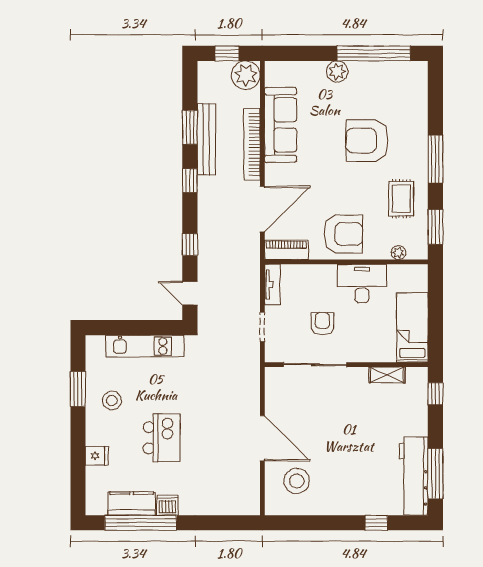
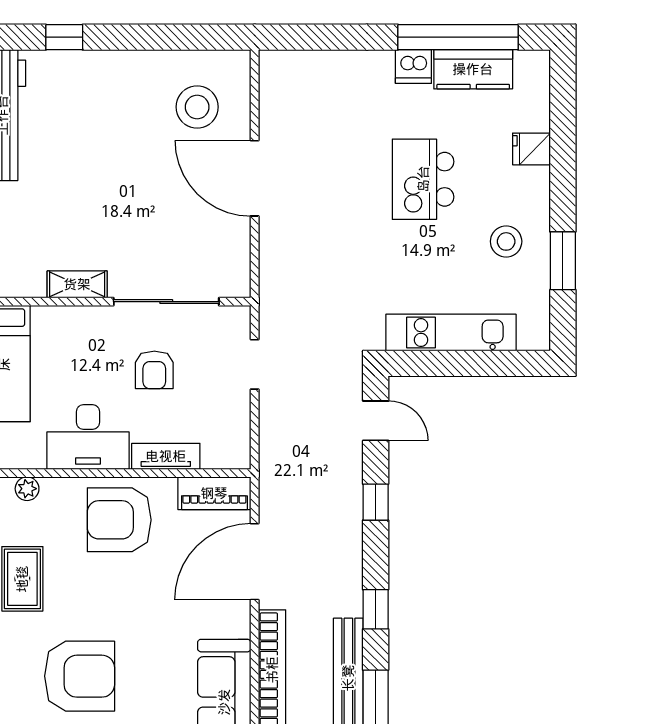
tv unit: (272, 285) -> (166, 456), moved, turned 90
shelving: (387, 375) -> (77, 284), moved

